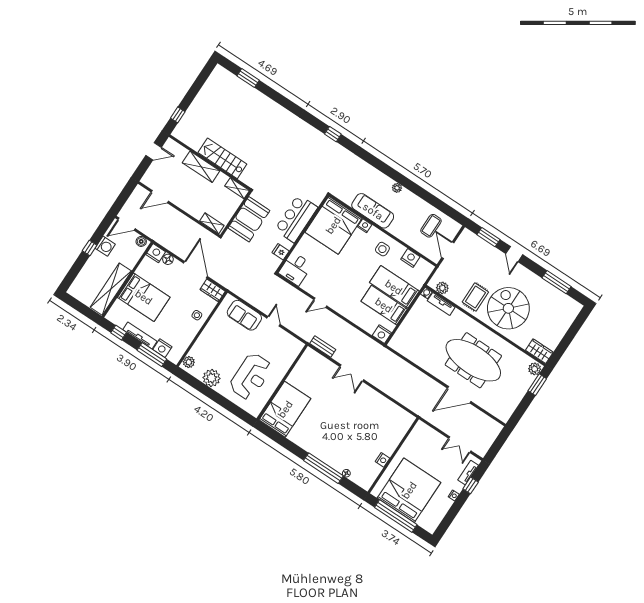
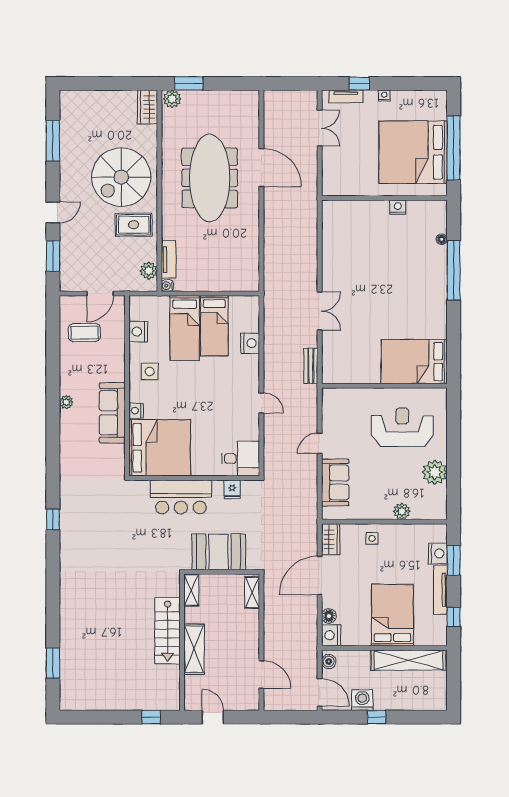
nightstand: (382, 334) -> (250, 343), moved
window: (152, 355) -> (454, 561), width x0.69
plant: (189, 362) -> (402, 511), moved

